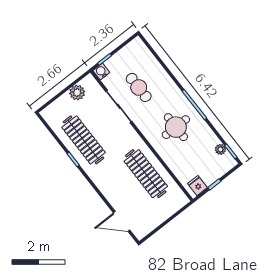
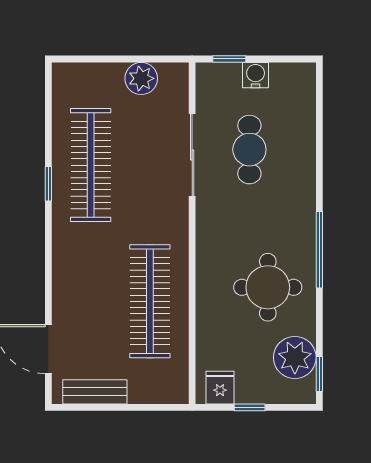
water cooler: (101, 72) -> (256, 75), moved
round table: (176, 127) -> (268, 287), moved
plant: (220, 149) -> (295, 357), width x1.88, depth x1.88
bench: (152, 224) -> (95, 392), added

